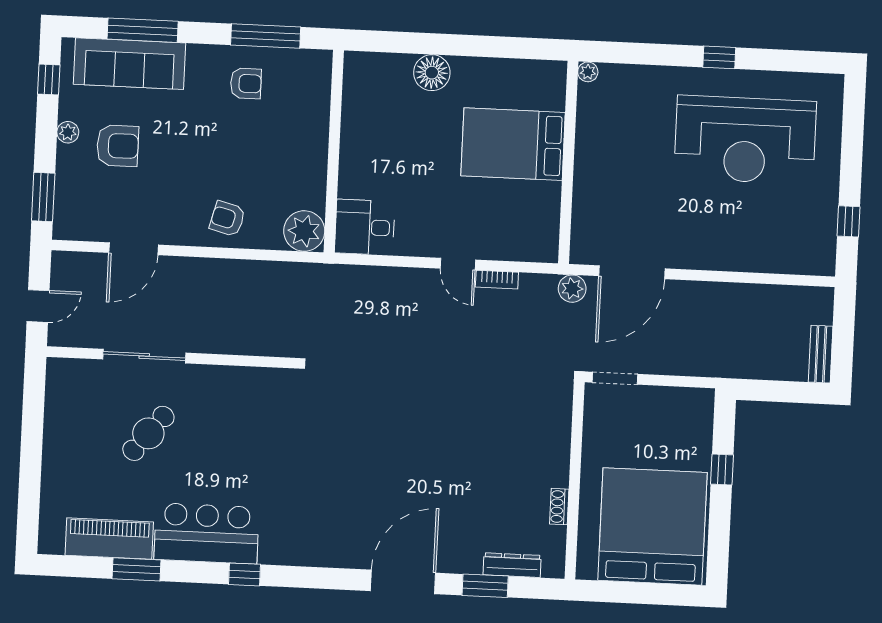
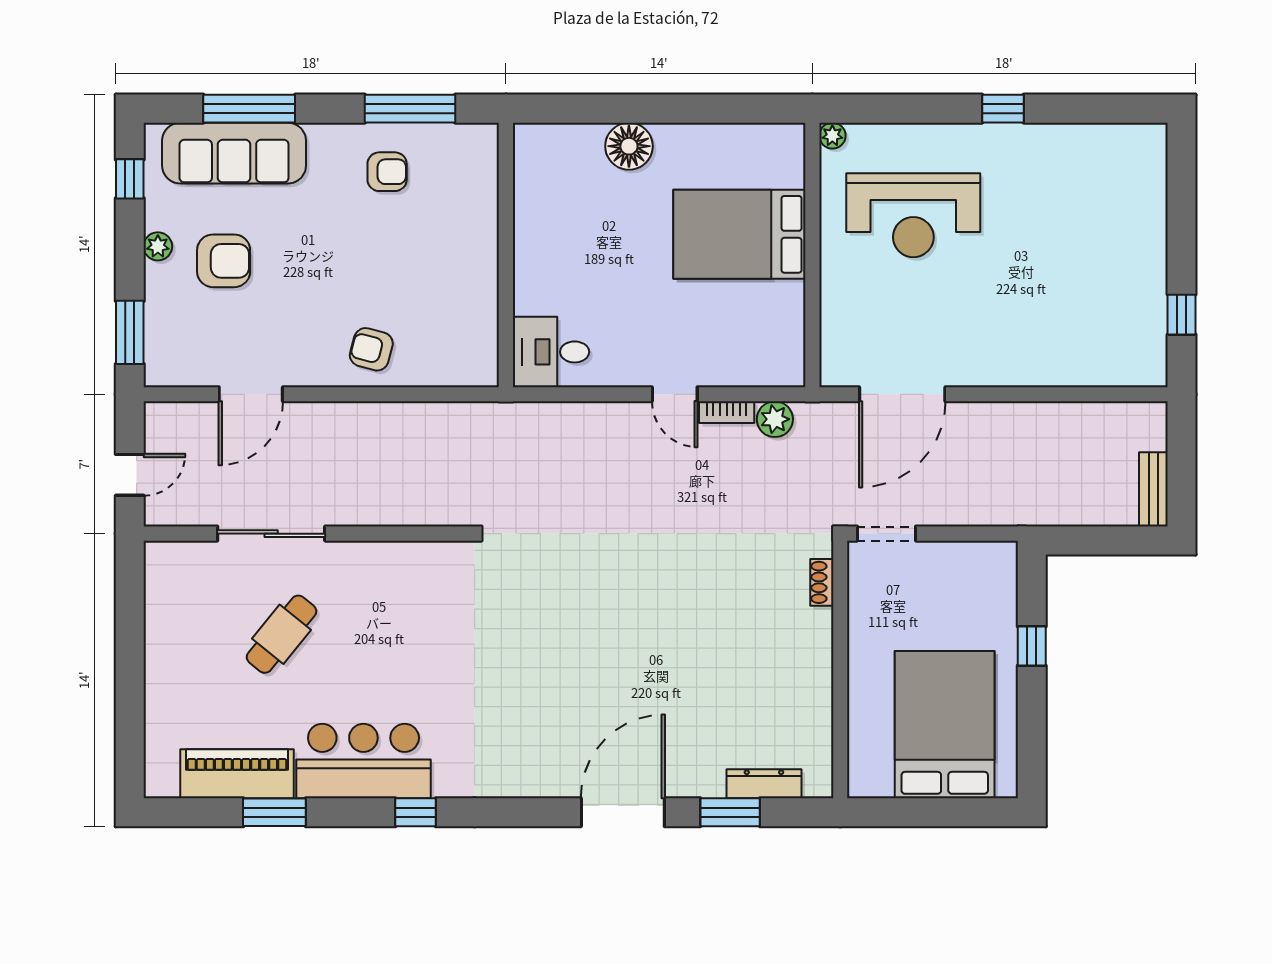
reception desk: (745, 140) -> (913, 215), moved, width x0.74, depth x0.77
plant: (304, 231) -> (472, 361), removed
plant: (572, 289) -> (775, 419), moved
shoe rack: (559, 507) -> (822, 582), moved
bed: (652, 526) -> (945, 725), width x0.73

